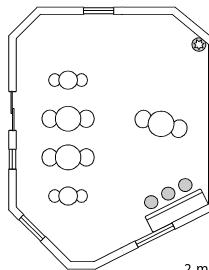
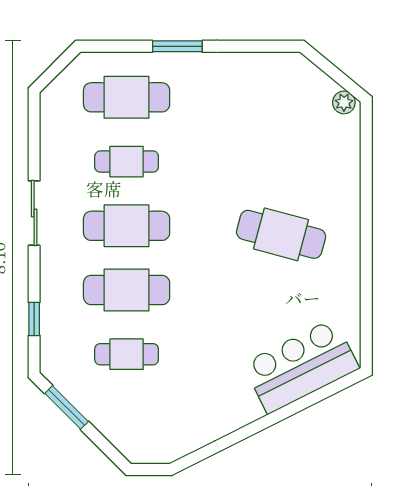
cafe table: (68, 41) -> (127, 97), added
window: (12, 159) -> (34, 319), moved
window: (155, 235) -> (271, 419), removed

